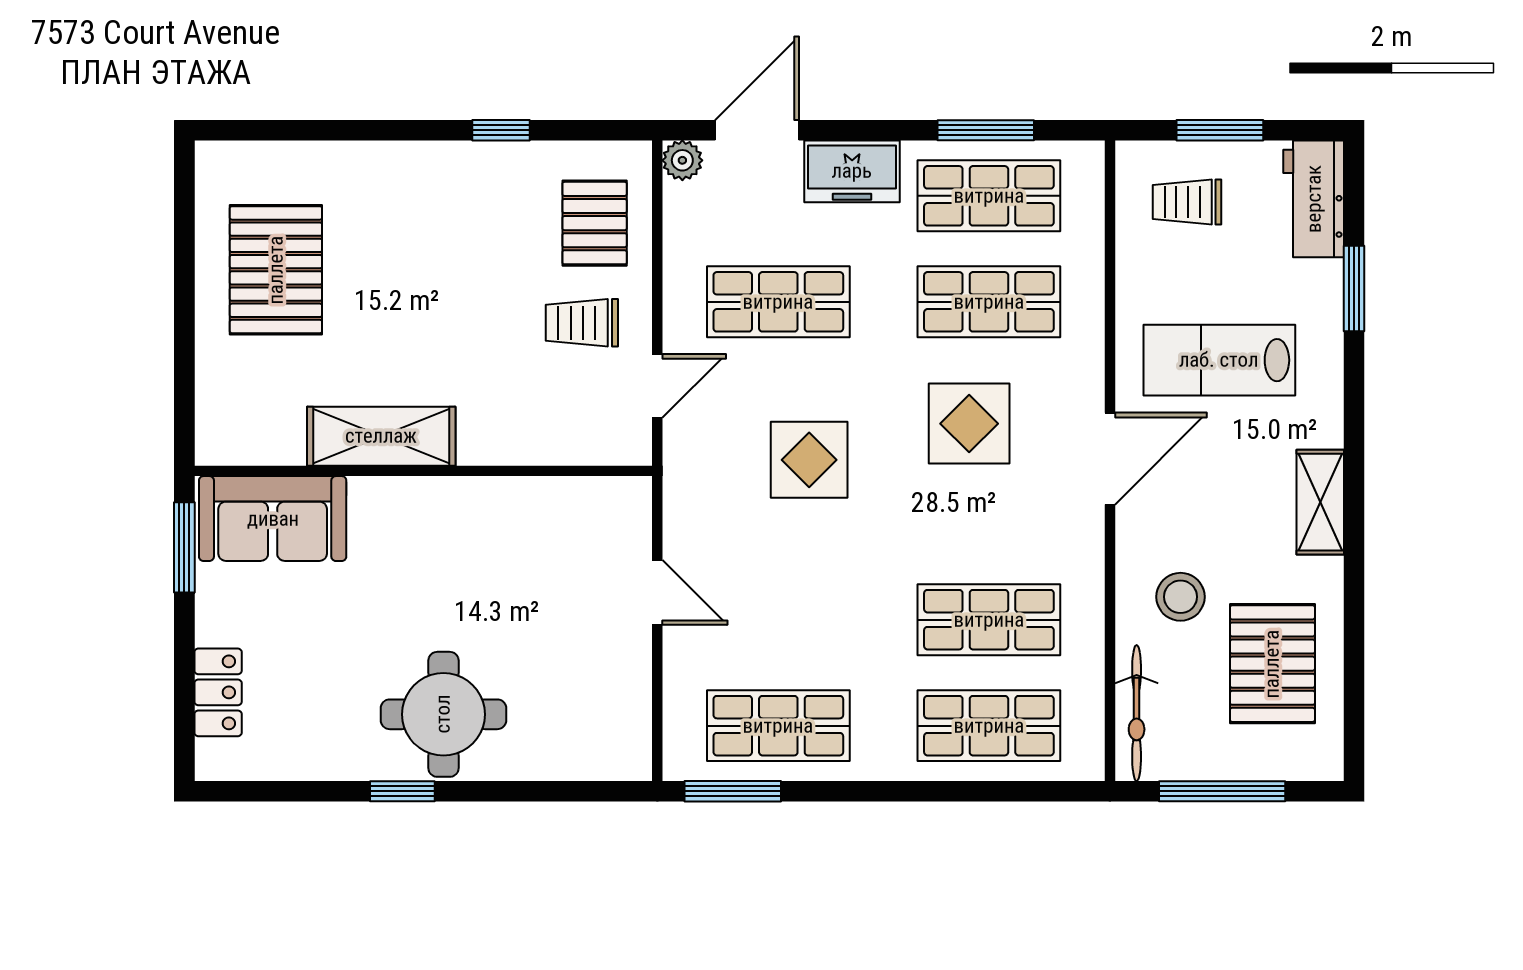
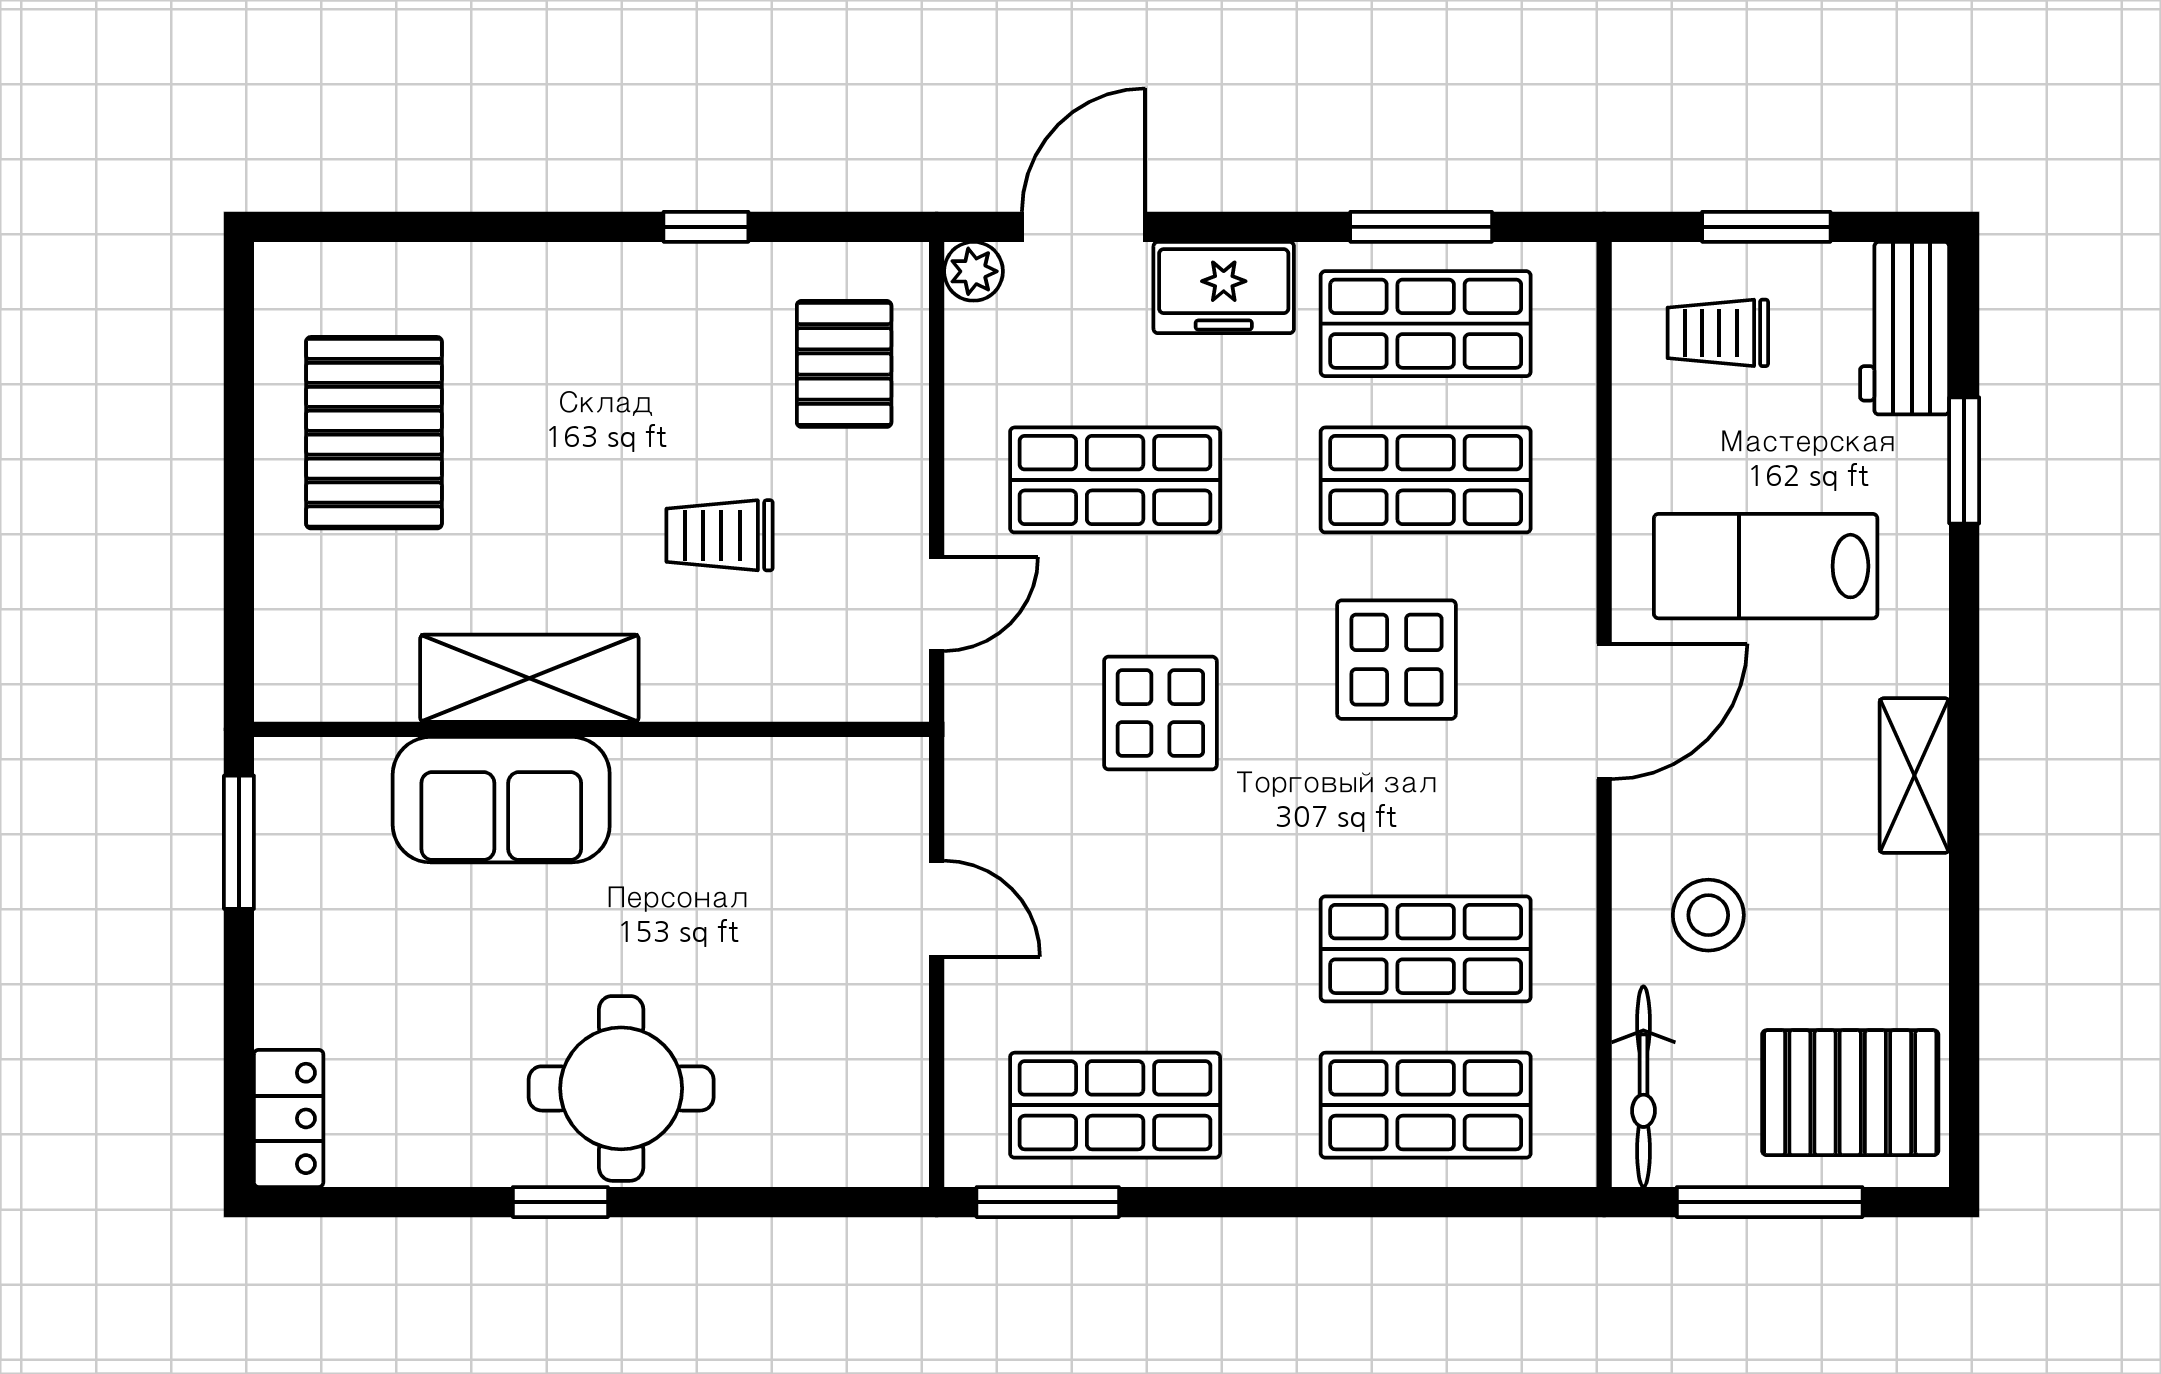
trolley: (582, 323) -> (720, 535), moved
sofa: (273, 519) -> (501, 800), moved
pallet: (1272, 664) -> (1850, 1093), moved, turned 90
locker: (218, 692) -> (289, 1118), moved

